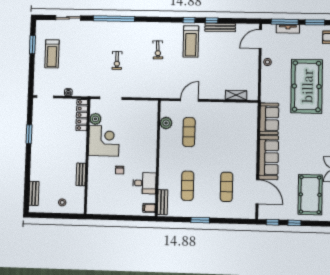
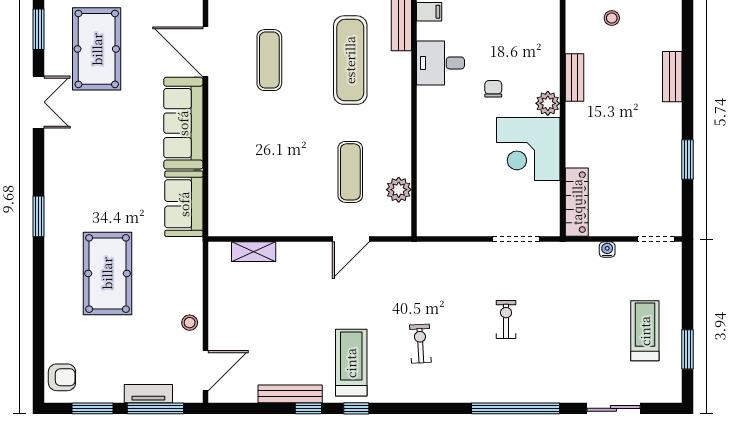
pool table: (307, 86) -> (107, 273), width x0.73, depth x0.76
plant: (95, 119) -> (548, 103), moved
exercise mat: (188, 186) -> (350, 60), width x1.36, depth x1.45
bench: (34, 193) -> (672, 77), moved

